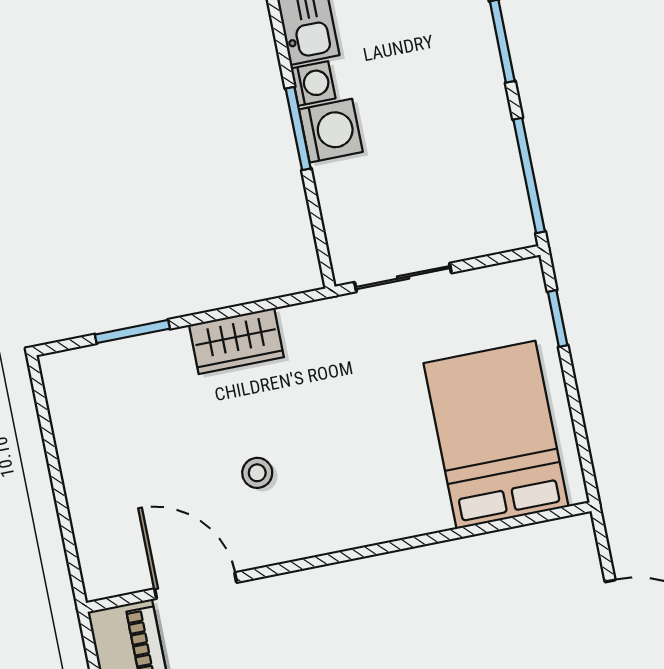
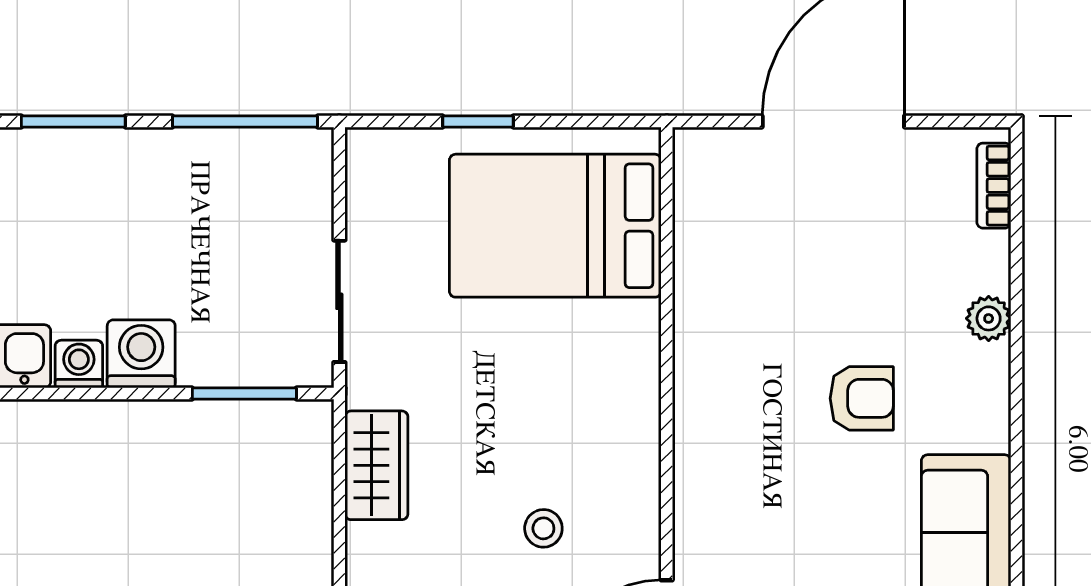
window: (298, 128) -> (244, 393), moved
window: (558, 318) -> (478, 122), moved
wardrobe: (236, 341) -> (376, 465), moved

